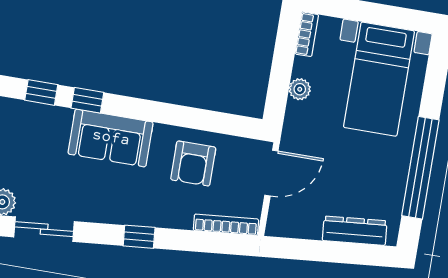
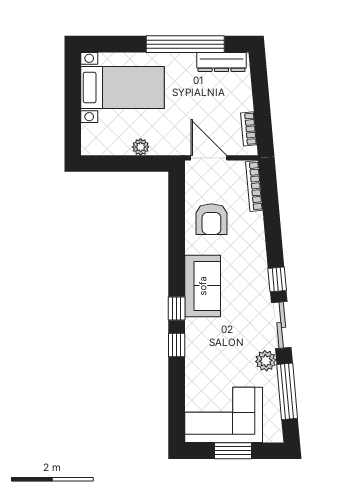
bookcase: (307, 34) -> (249, 129), moved, turned -95
armchair: (193, 163) -> (211, 219), turned 90
dresser: (355, 231) -> (222, 62), moved, turned -85
window: (139, 237) -> (277, 279), moved

